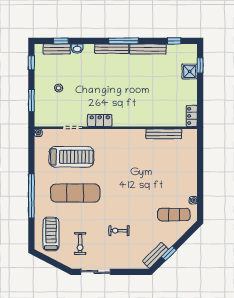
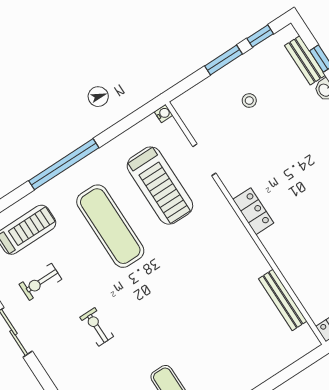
window: (31, 100) -> (224, 60), moved
locker: (100, 120) -> (253, 211), moved

